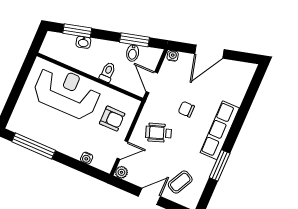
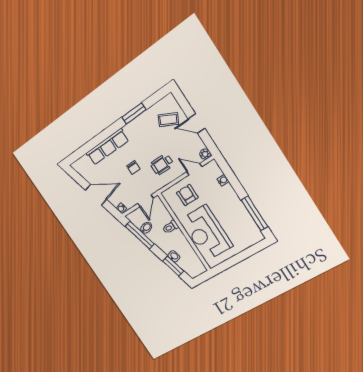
window: (135, 40) -> (140, 235), width x1.44
row of seats: (220, 130) -> (107, 147), moved
wheelchair: (158, 133) -> (162, 164), turned 109

